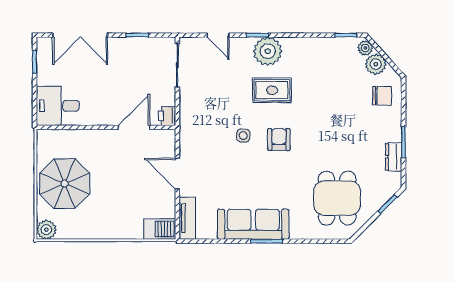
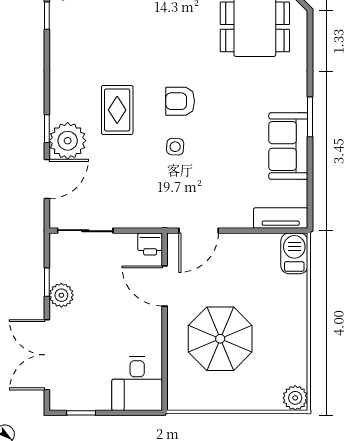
double door: (80, 35) -> (47, 355), swing flipped
door: (218, 35) -> (47, 179), width x1.38
plant: (127, 46) -> (61, 295), added
plant: (268, 51) -> (68, 141), moved
door: (177, 174) -> (199, 231), moved
parasol: (65, 184) -> (220, 339), moved
sofa: (253, 224) -> (288, 146), width x0.73

